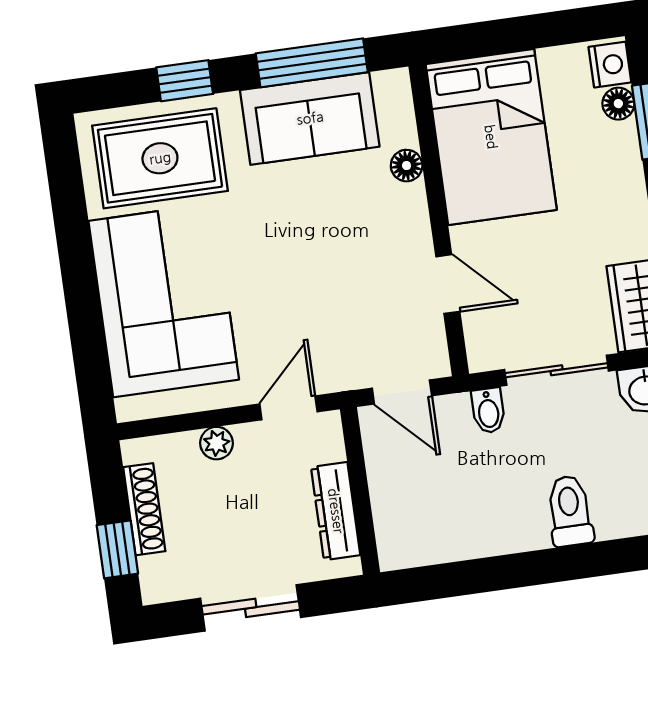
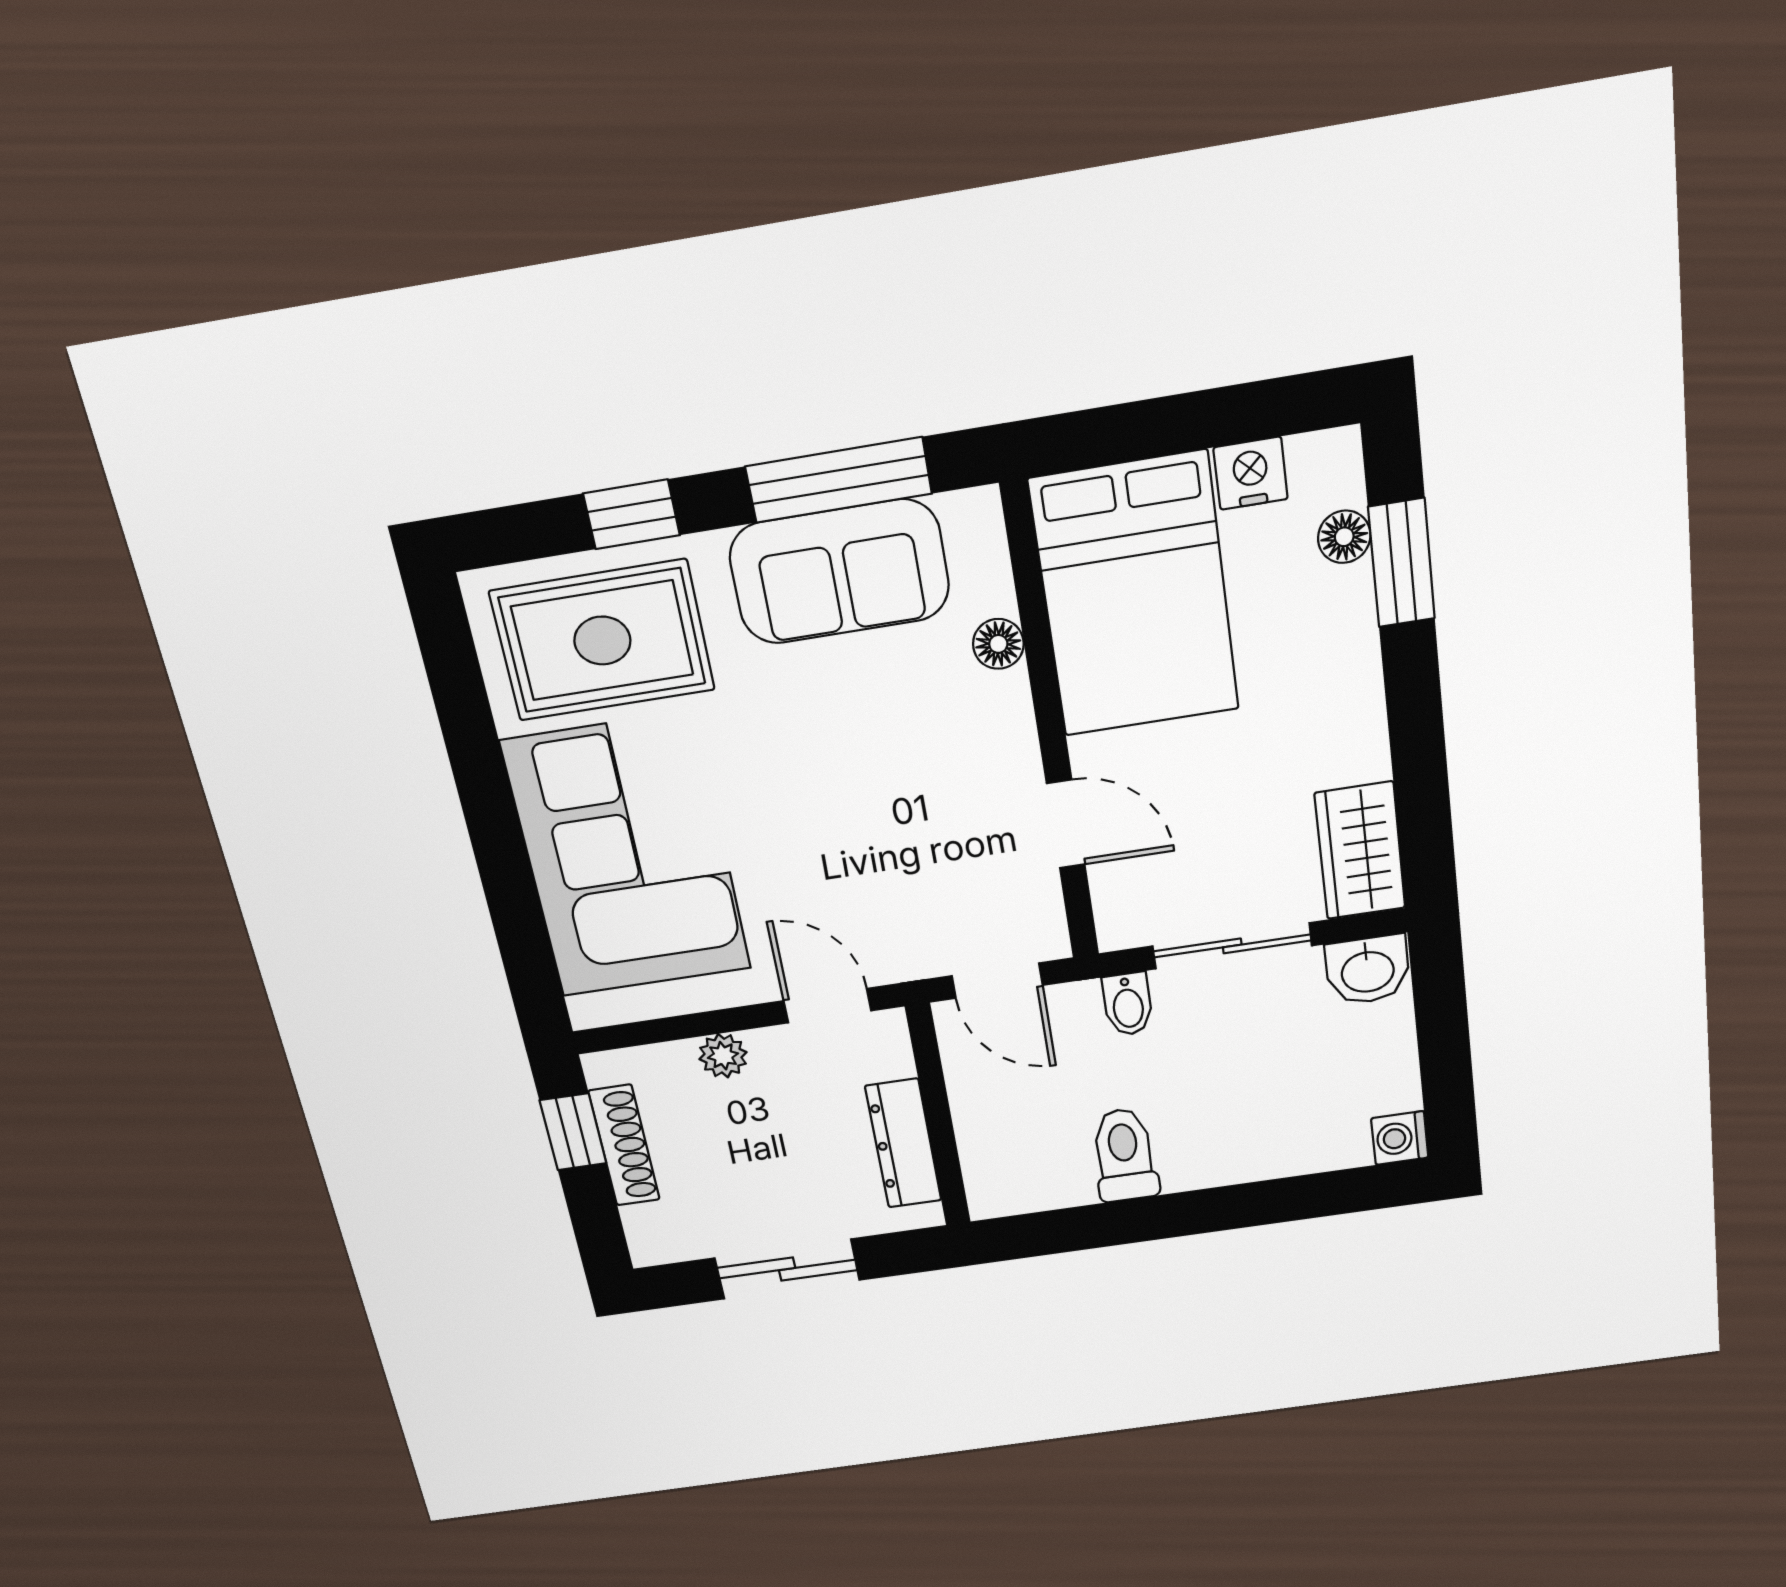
nightstand: (610, 65) -> (1251, 473), moved, turned -90
door: (288, 408) -> (827, 1006), hinge flipped
toilet: (570, 511) -> (1124, 1155), moved
window: (117, 549) -> (573, 1132), moved

